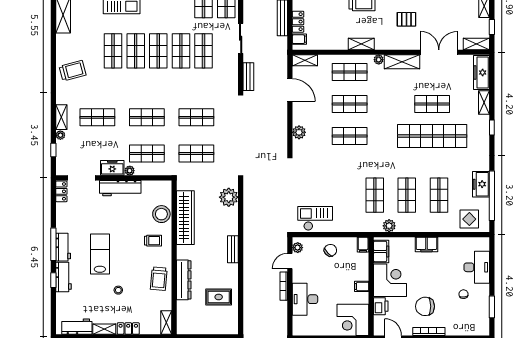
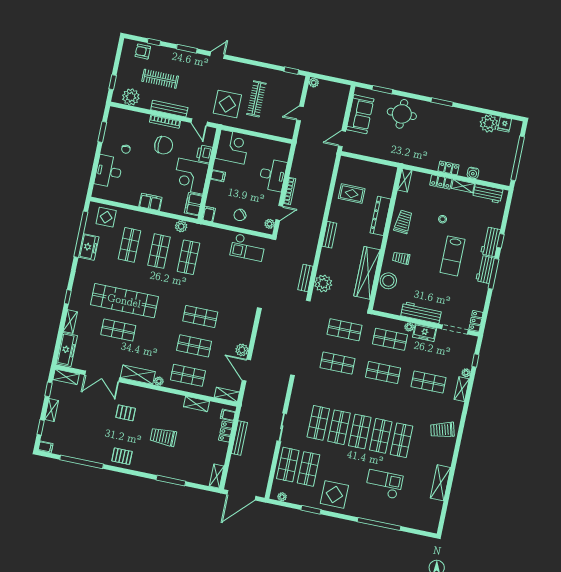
shelving: (361, 44) -> (196, 404), moved
bench: (248, 77) -> (305, 278), moved
plant: (299, 132) -> (242, 350), moved

